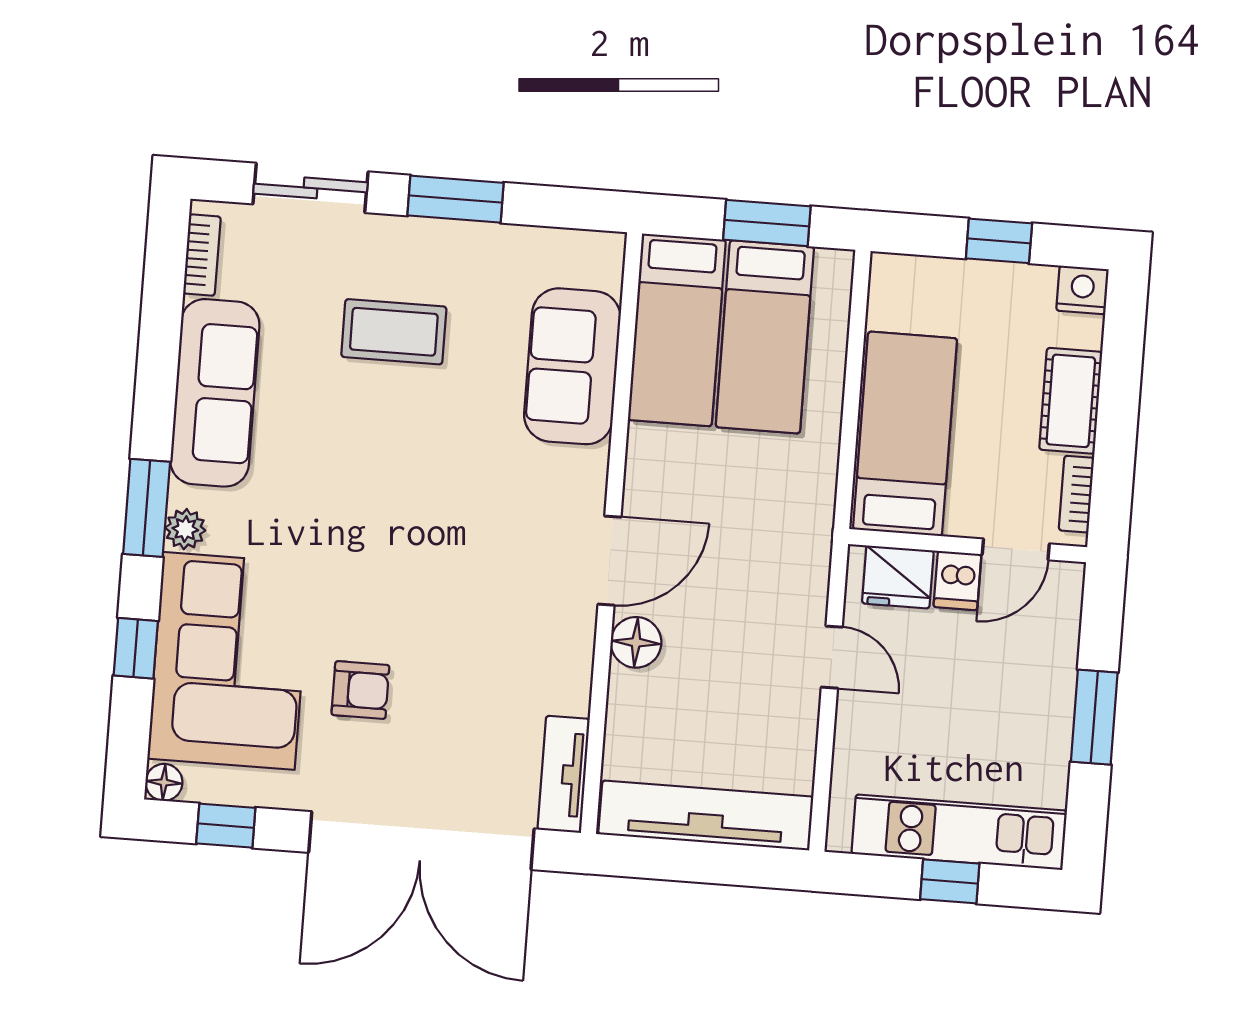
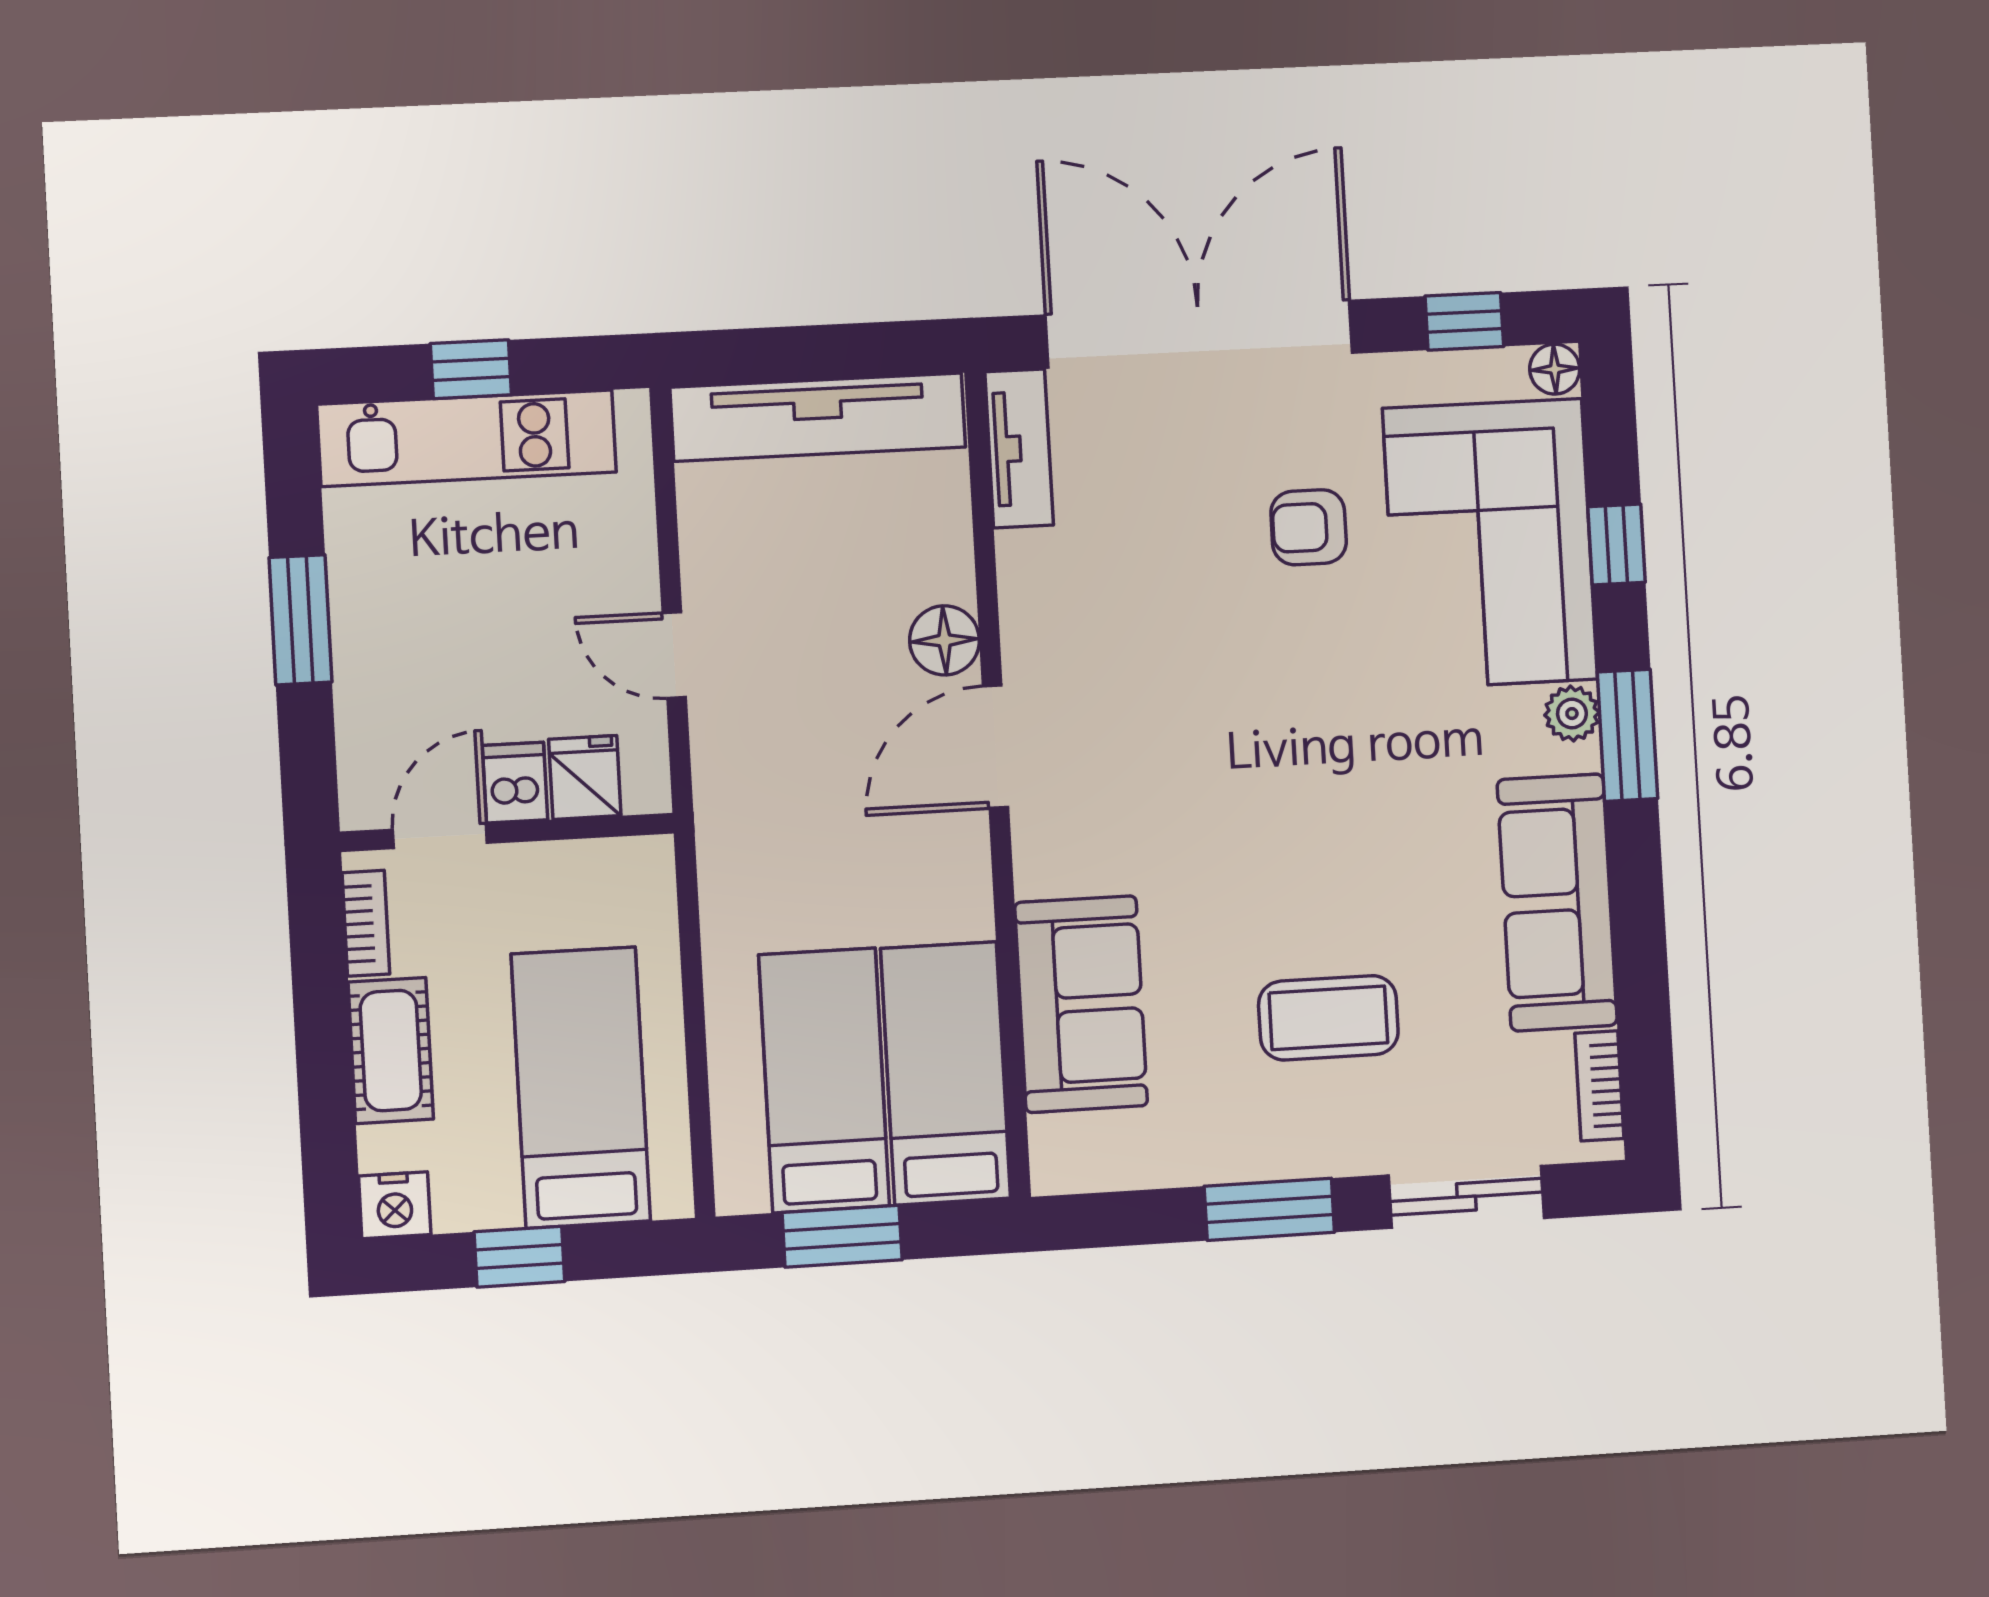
bed: (905, 434) -> (581, 1087), moved, turned 180
fridge: (898, 577) -> (585, 777), width x0.72

